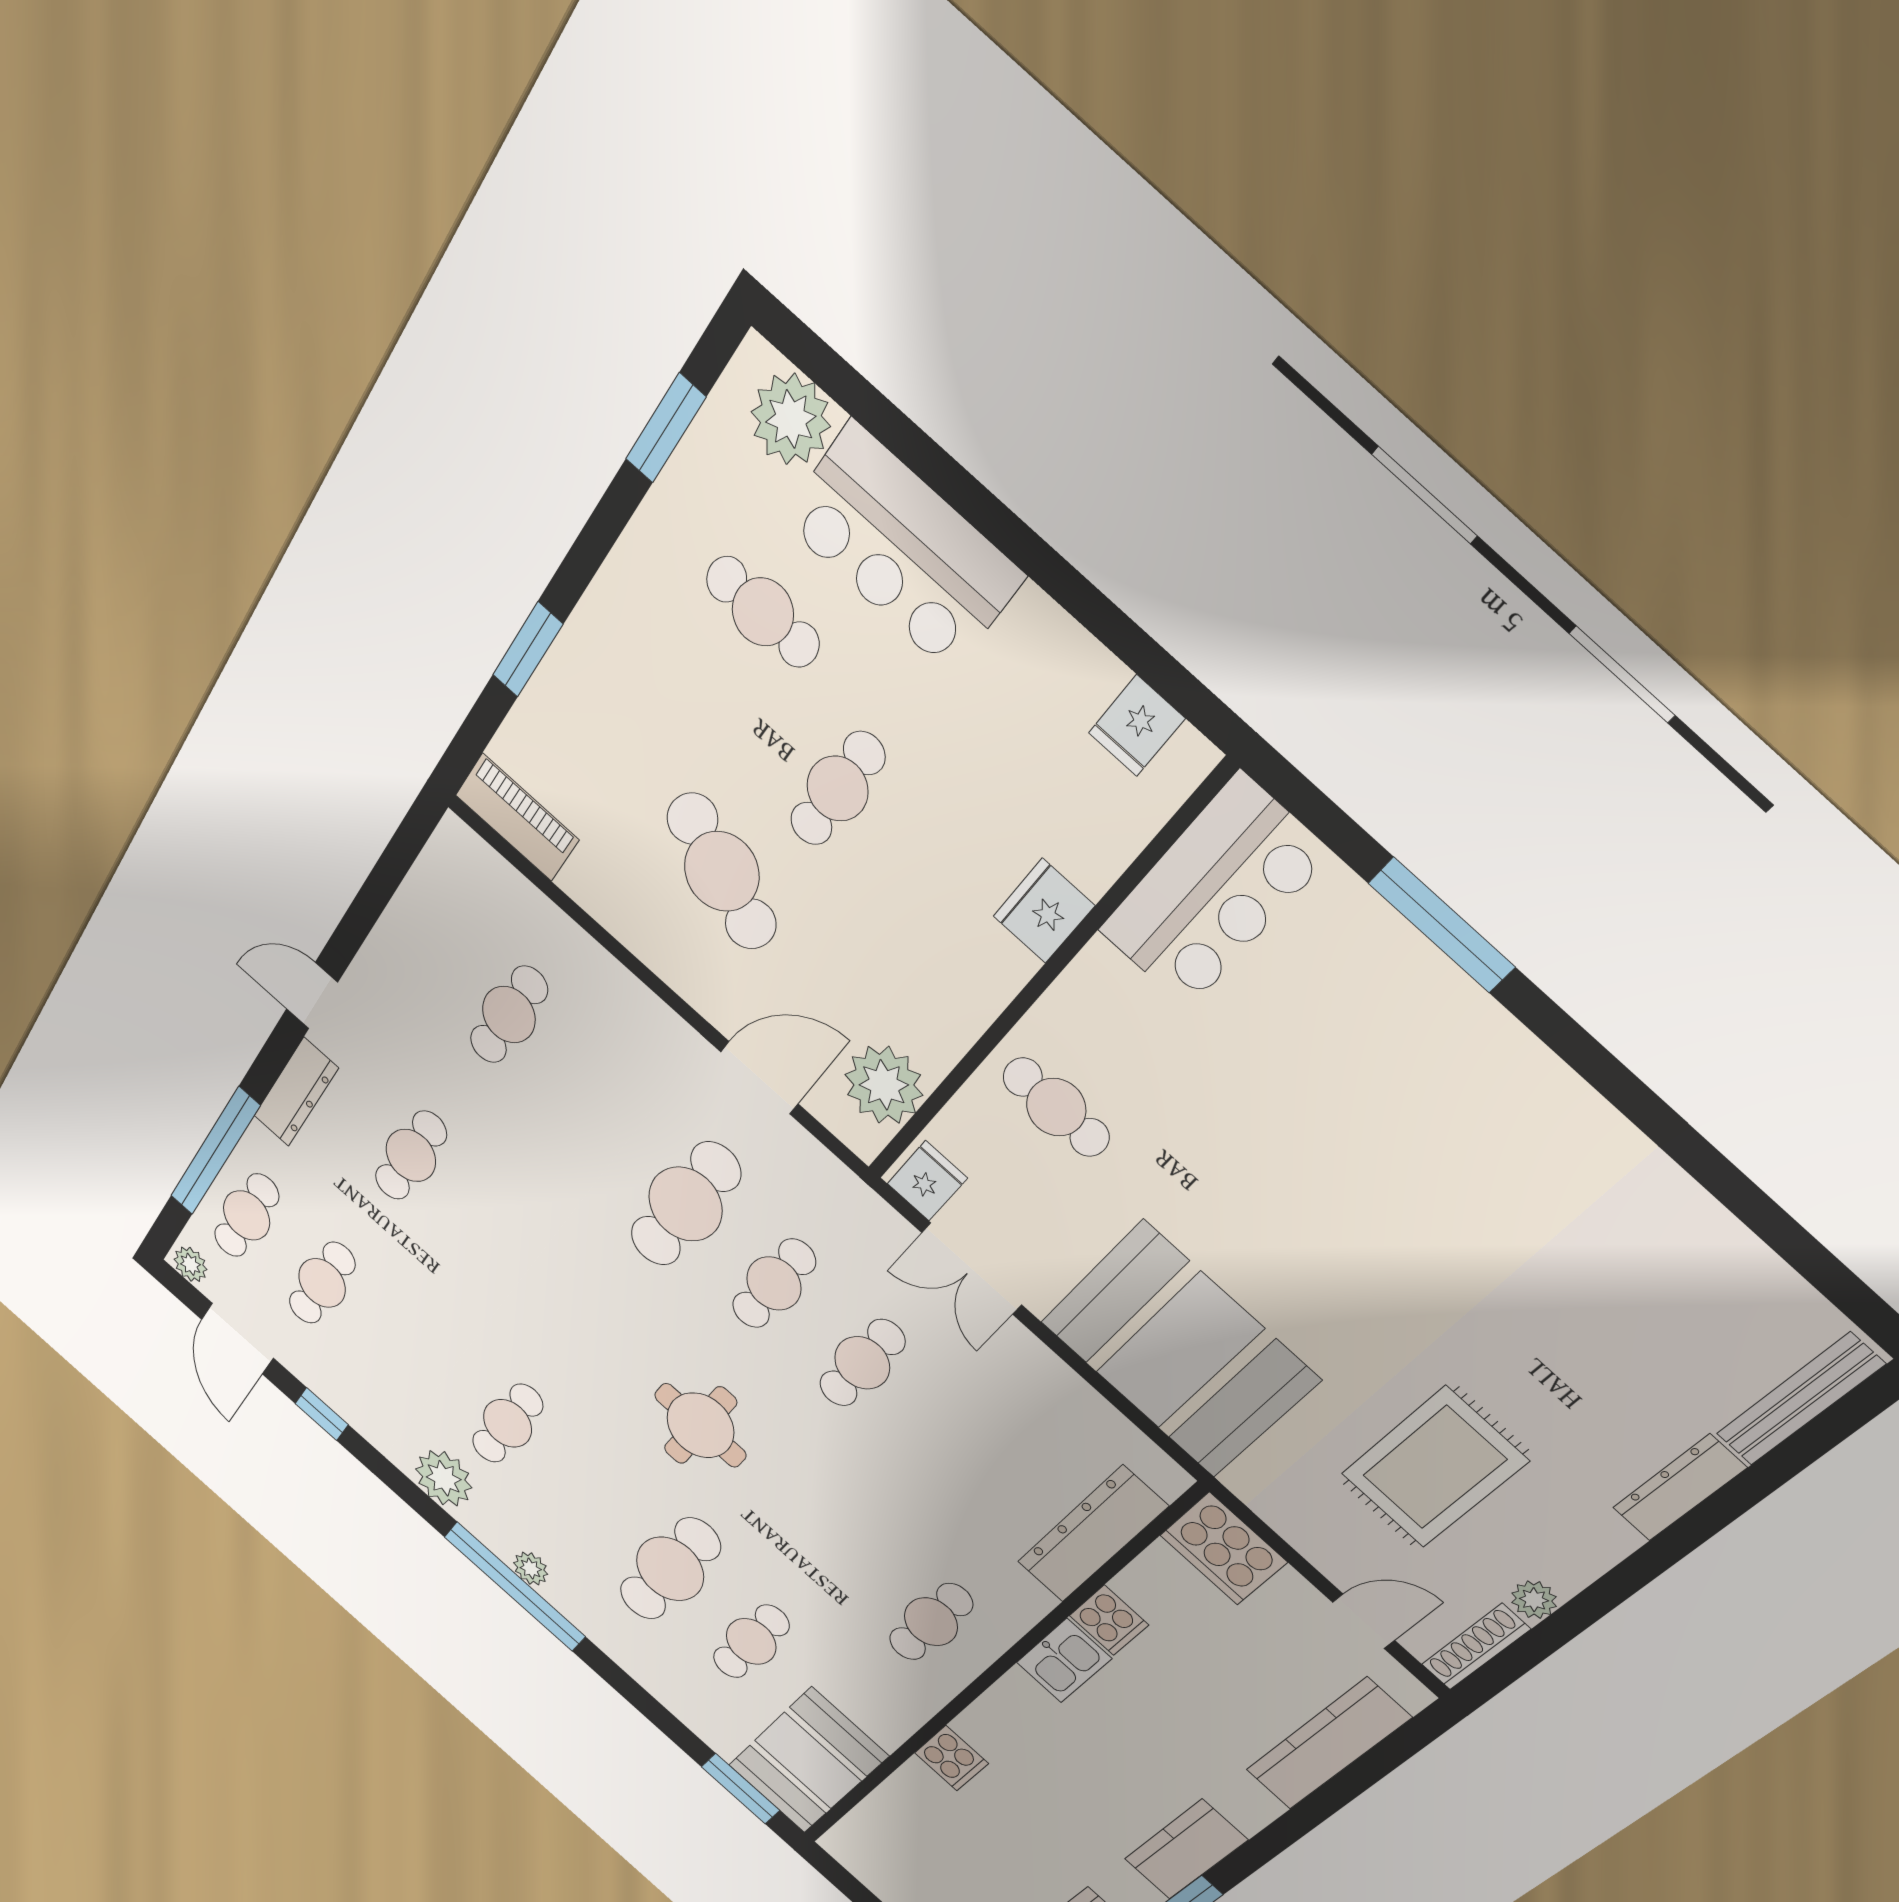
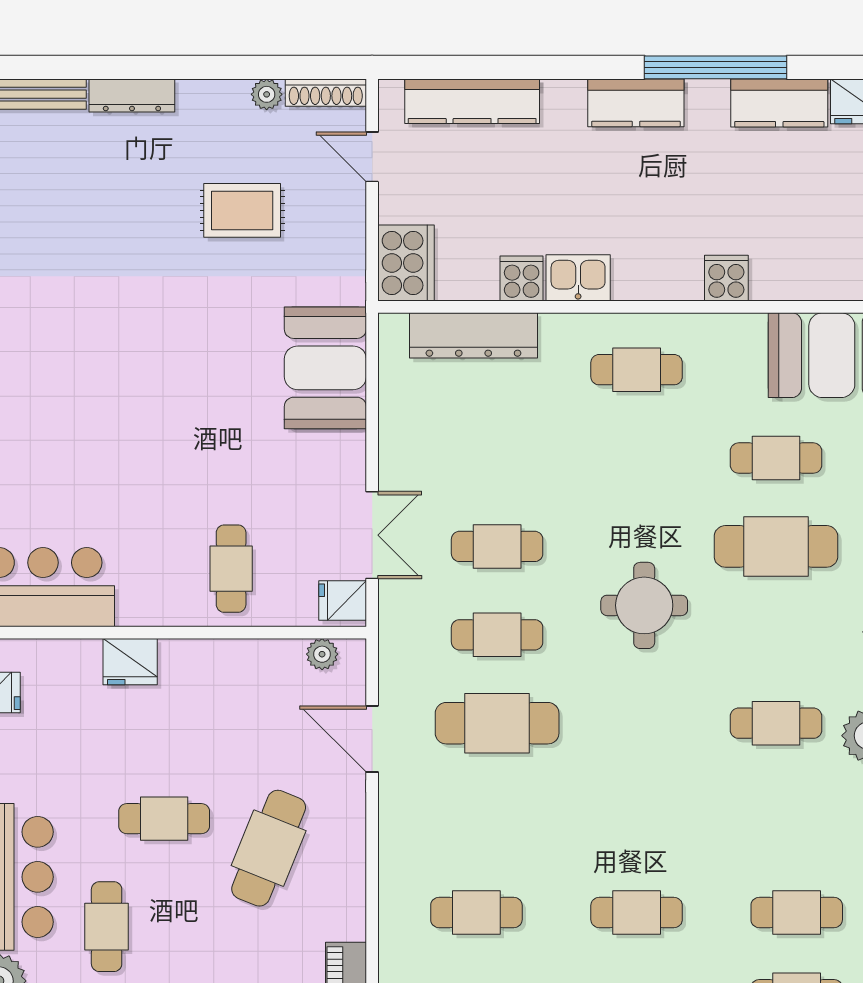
plant: (884, 1085) -> (322, 654), width x0.53, depth x0.53
booth: (1179, 1350) -> (325, 368), width x0.73, depth x0.70
rug: (1434, 1467) -> (242, 210), width x0.73, depth x0.70

